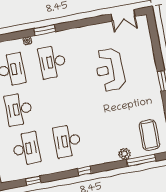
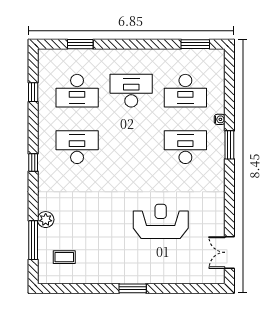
coffee table: (149, 135) -> (64, 257), width x0.54, depth x0.58

